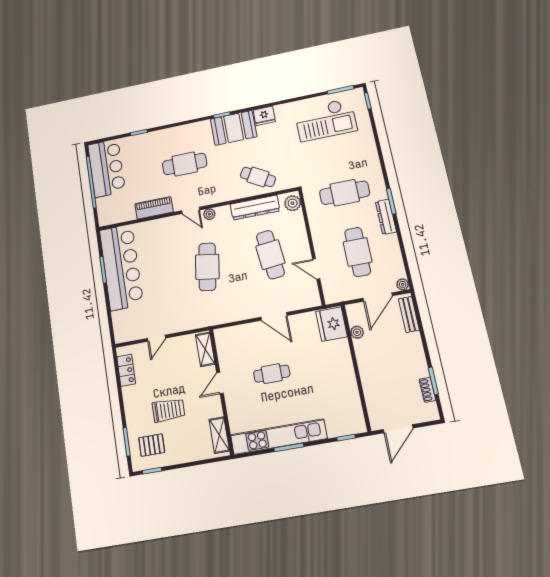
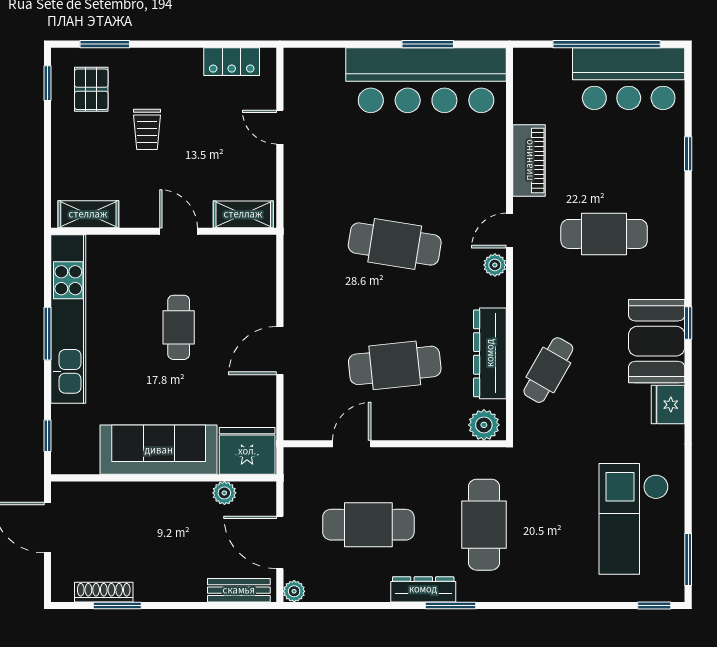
cafe table: (185, 164) -> (604, 234), turned 90
sofa: (341, 373) -> (159, 450), added
shoe rack: (428, 390) -> (104, 592), width x1.43
trolley: (168, 410) -> (147, 129), width x0.73, depth x0.72

